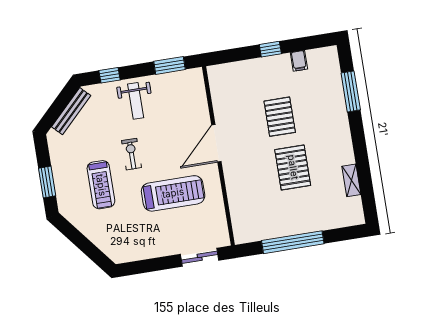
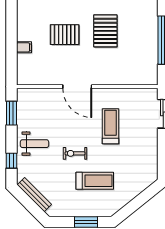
window: (270, 49) -> (11, 33), removed
filing cabinet: (299, 61) -> (24, 47), moved
pallet: (293, 167) -> (105, 31), turned 90
treadmill: (173, 193) -> (111, 126), width x0.73, depth x0.73

